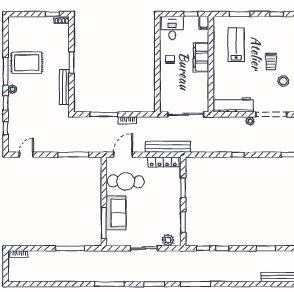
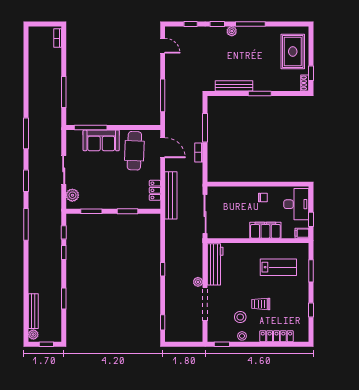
desk: (172, 28) -> (296, 204), width x1.37
rug: (27, 63) -> (293, 52), moved
locker: (163, 162) -> (155, 190), width x0.66

